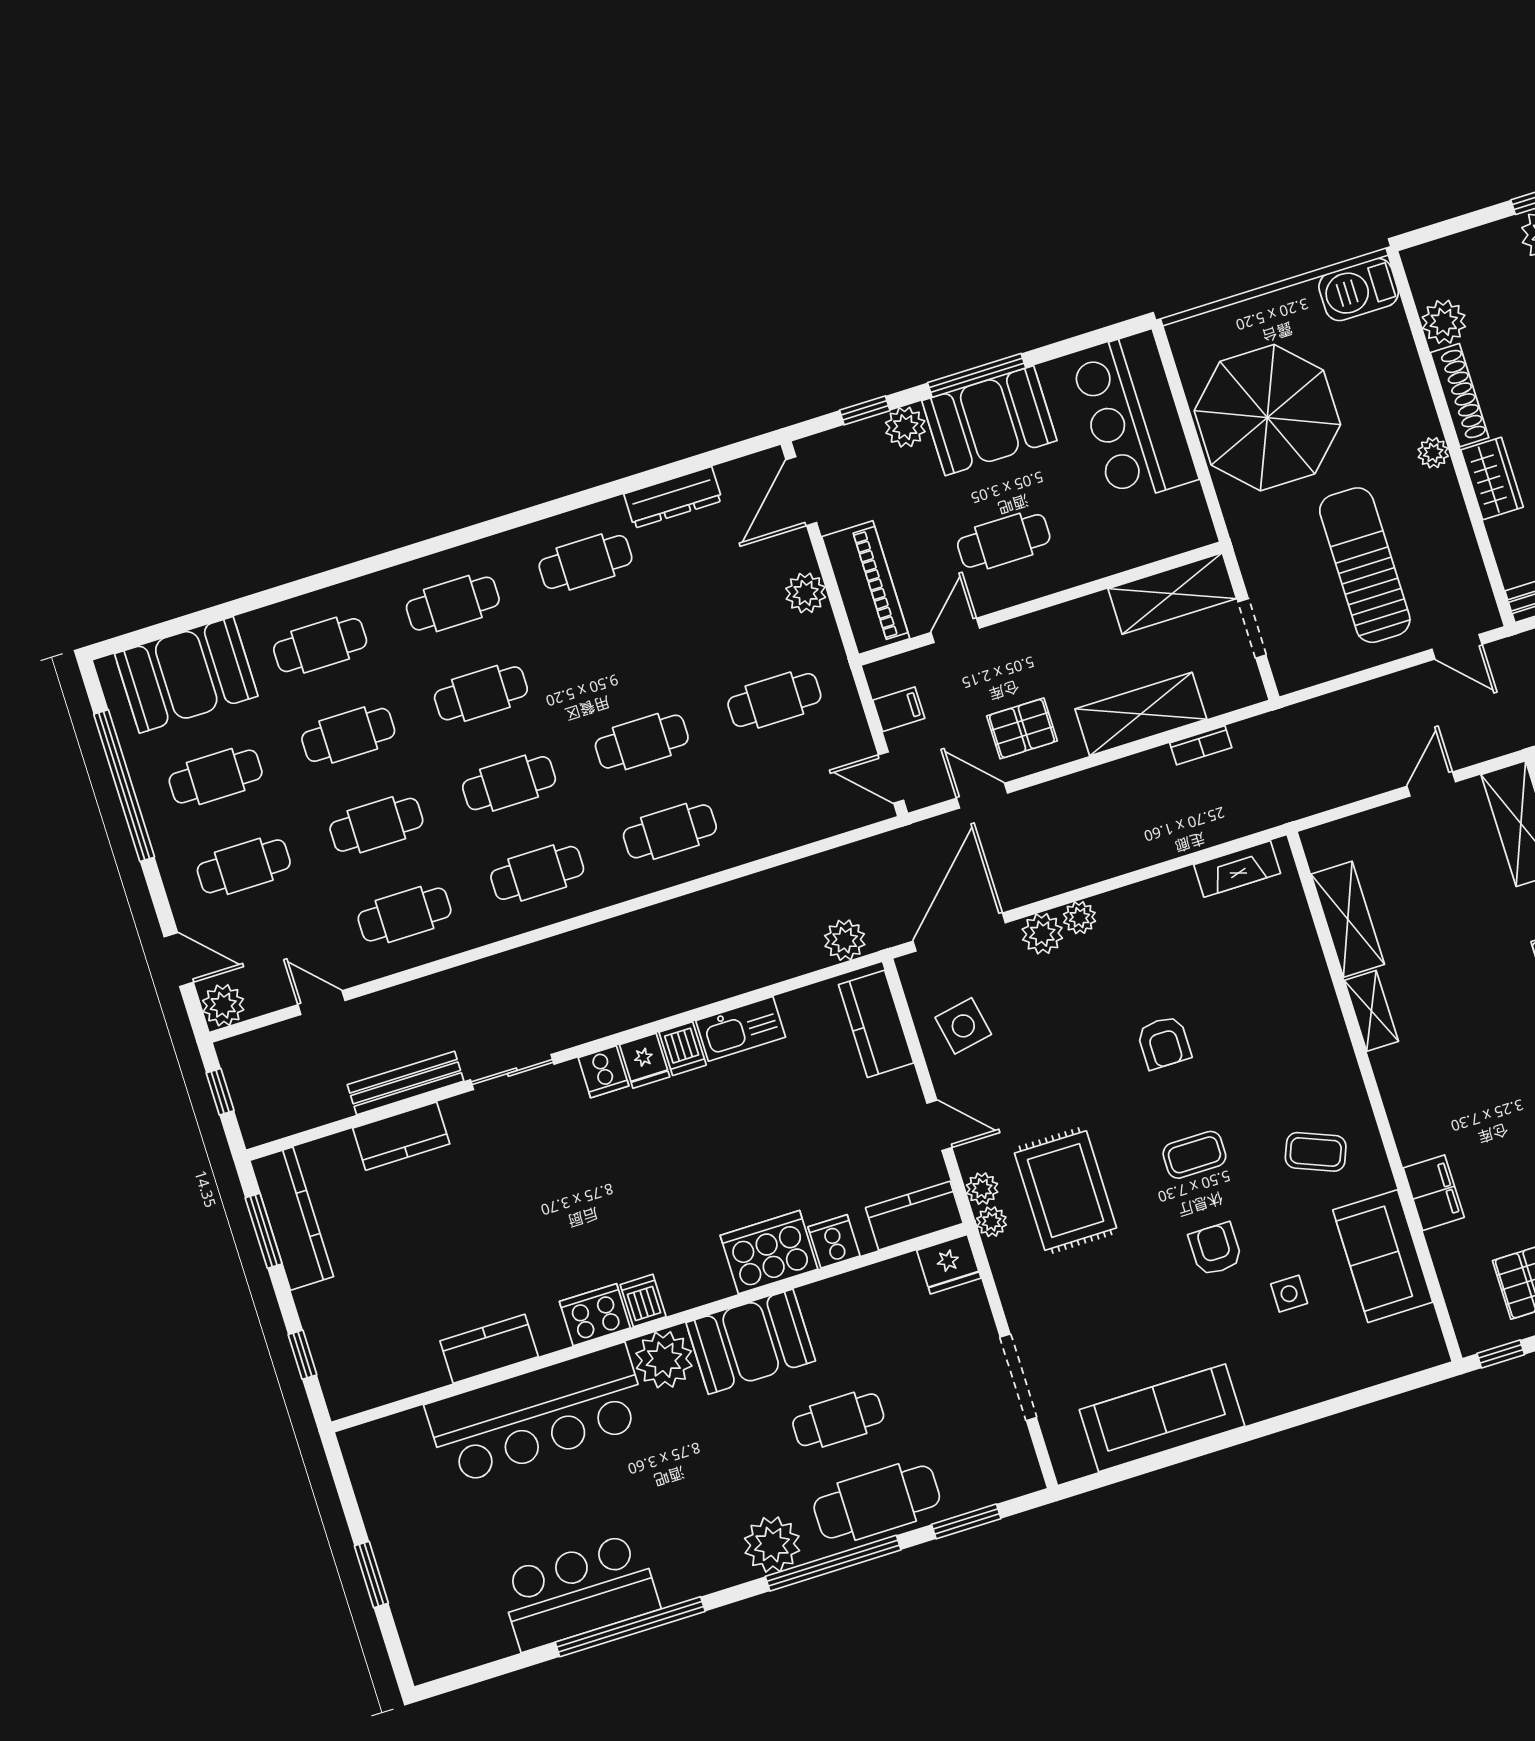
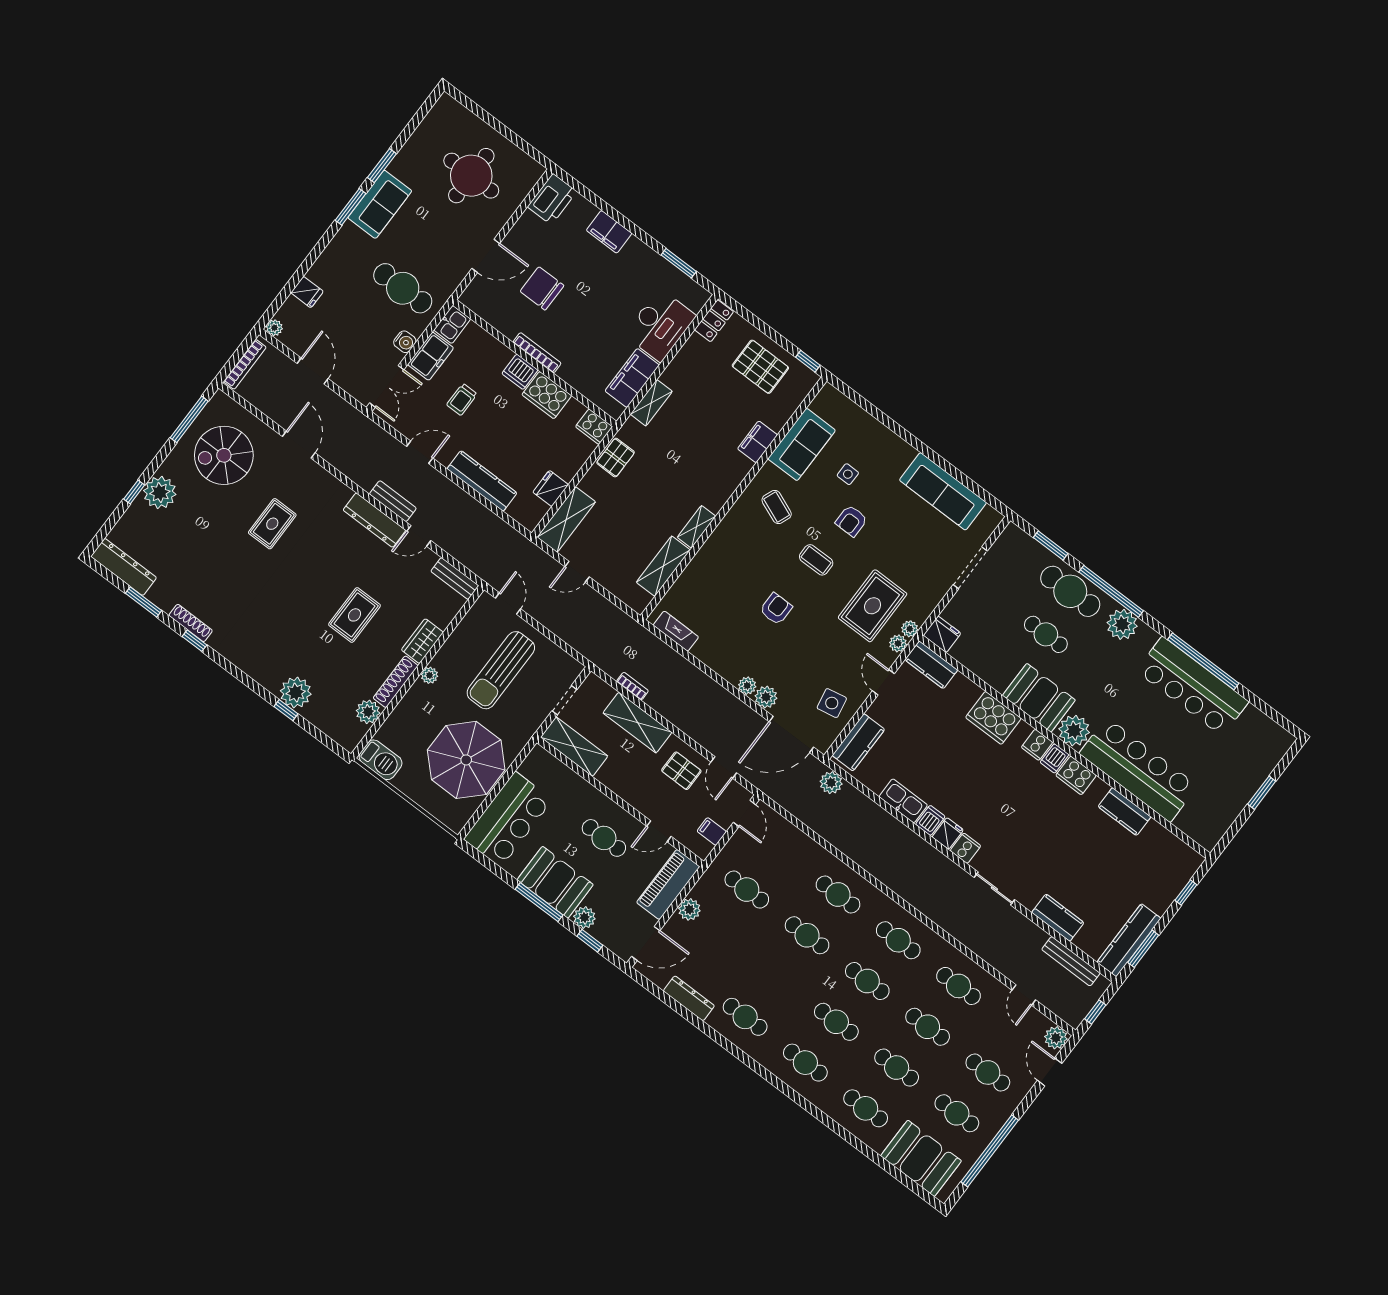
bench: (406, 1083) -> (1071, 961), moved
cooker: (834, 1241) -> (1037, 745), moved
bar counter: (579, 1592) -> (1192, 686), width x1.36

